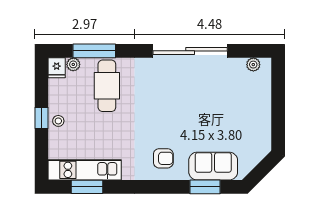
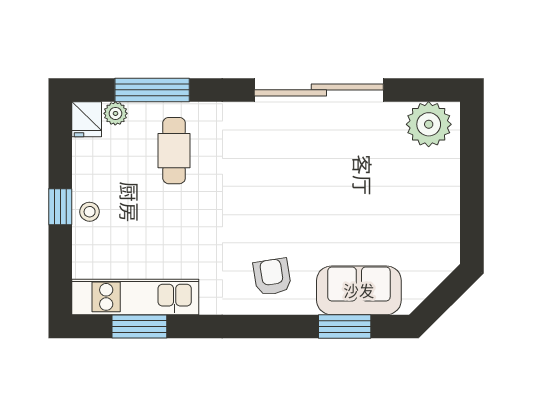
plant: (253, 65) -> (429, 124), width x1.87, depth x1.87
cafe table: (107, 86) -> (174, 151), width x0.73, depth x0.74
armchair: (163, 158) -> (272, 277), turned -99

